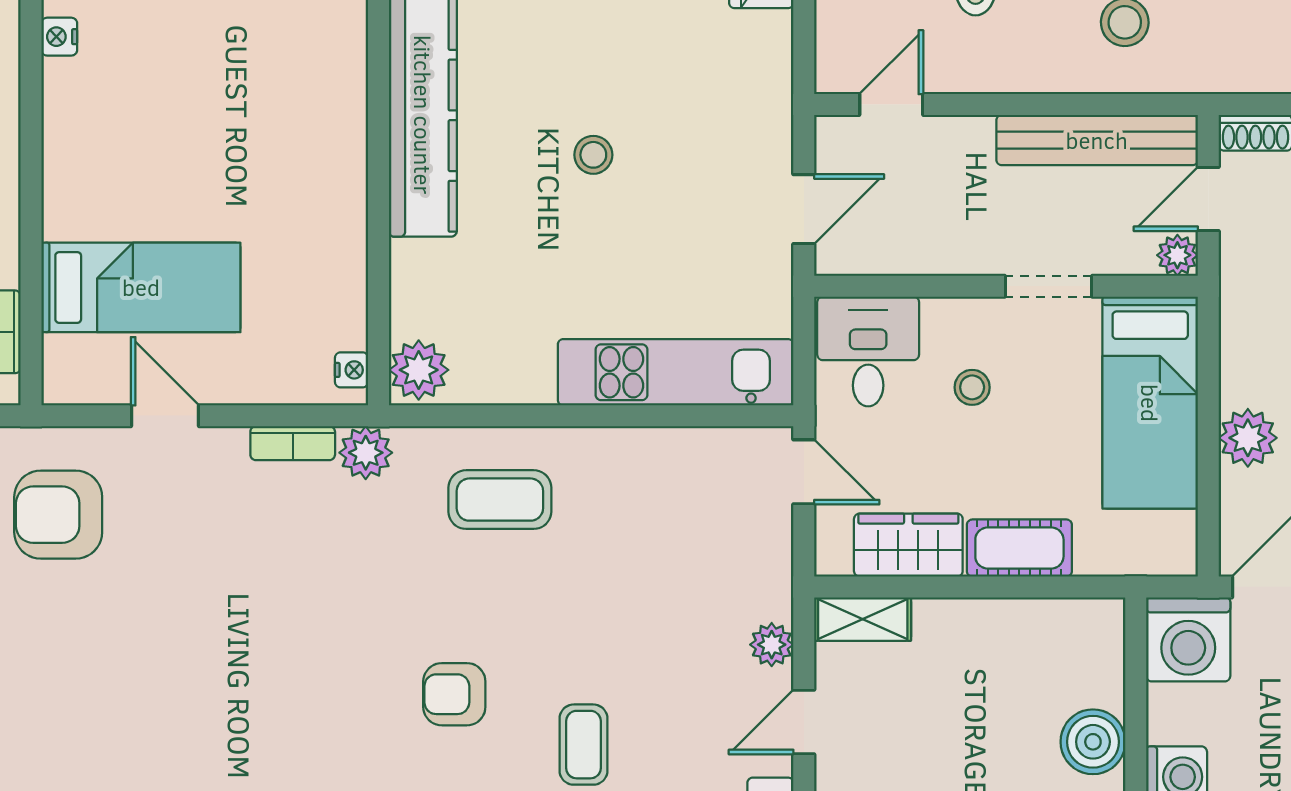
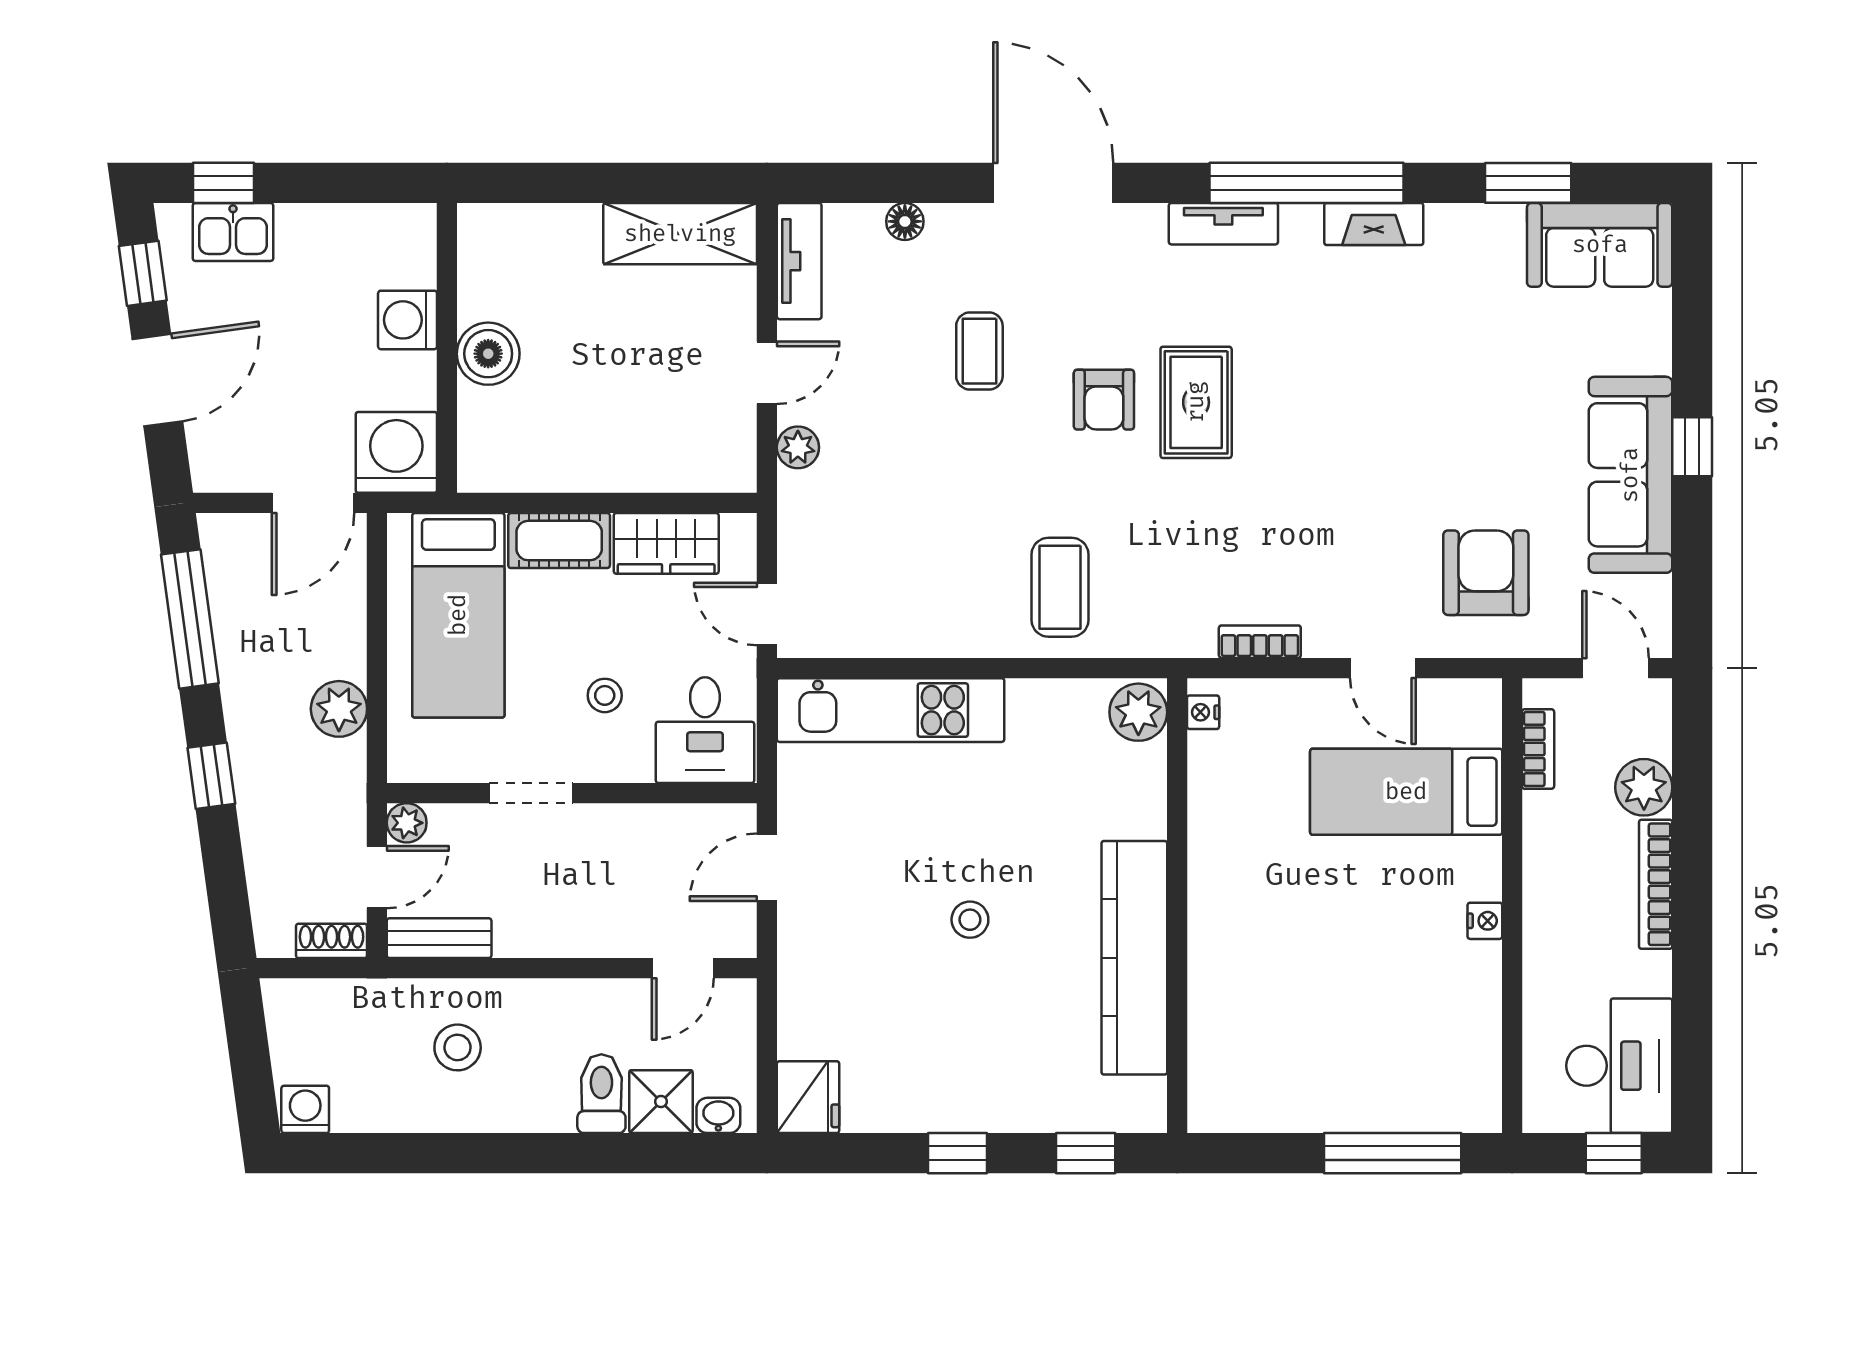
nightstand: (59, 37) -> (1485, 921), moved
bench: (1097, 140) -> (439, 938), width x0.54, depth x0.82
bed: (1150, 403) -> (458, 615), moved, turned 180
plant: (1248, 438) -> (339, 709), moved
plant: (366, 453) -> (1189, 632), removed
coffee table: (500, 500) -> (1060, 587), turned 90
armchair: (58, 515) -> (1486, 573), turned -90
shelving: (863, 619) -> (710, 472), removed
rug: (359, 691) -> (1196, 402), added
armchair: (454, 694) -> (1104, 400), turned 90

